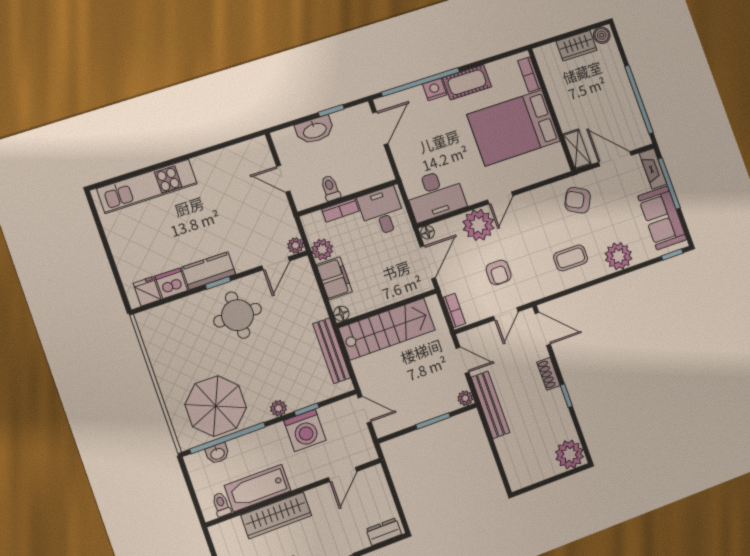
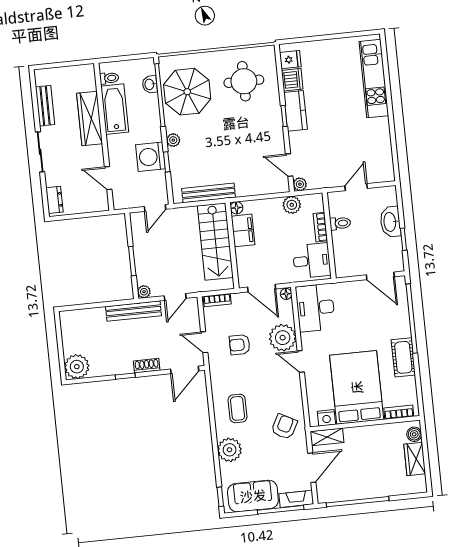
boiler: (602, 35) -> (414, 434), moved
nightstand: (435, 89) -> (326, 418), moved, turned 90
filing cabinet: (334, 278) -> (243, 230), moved, turned -90
round table: (238, 315) -> (244, 81), moved

